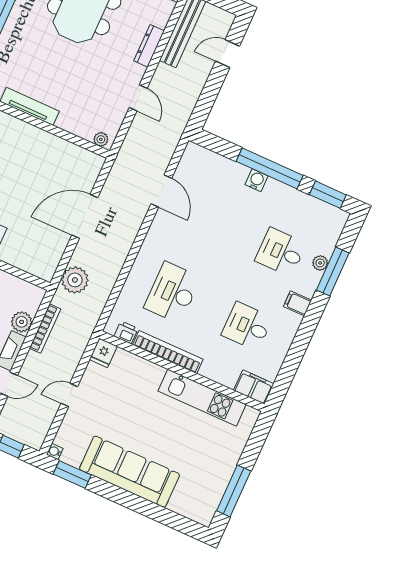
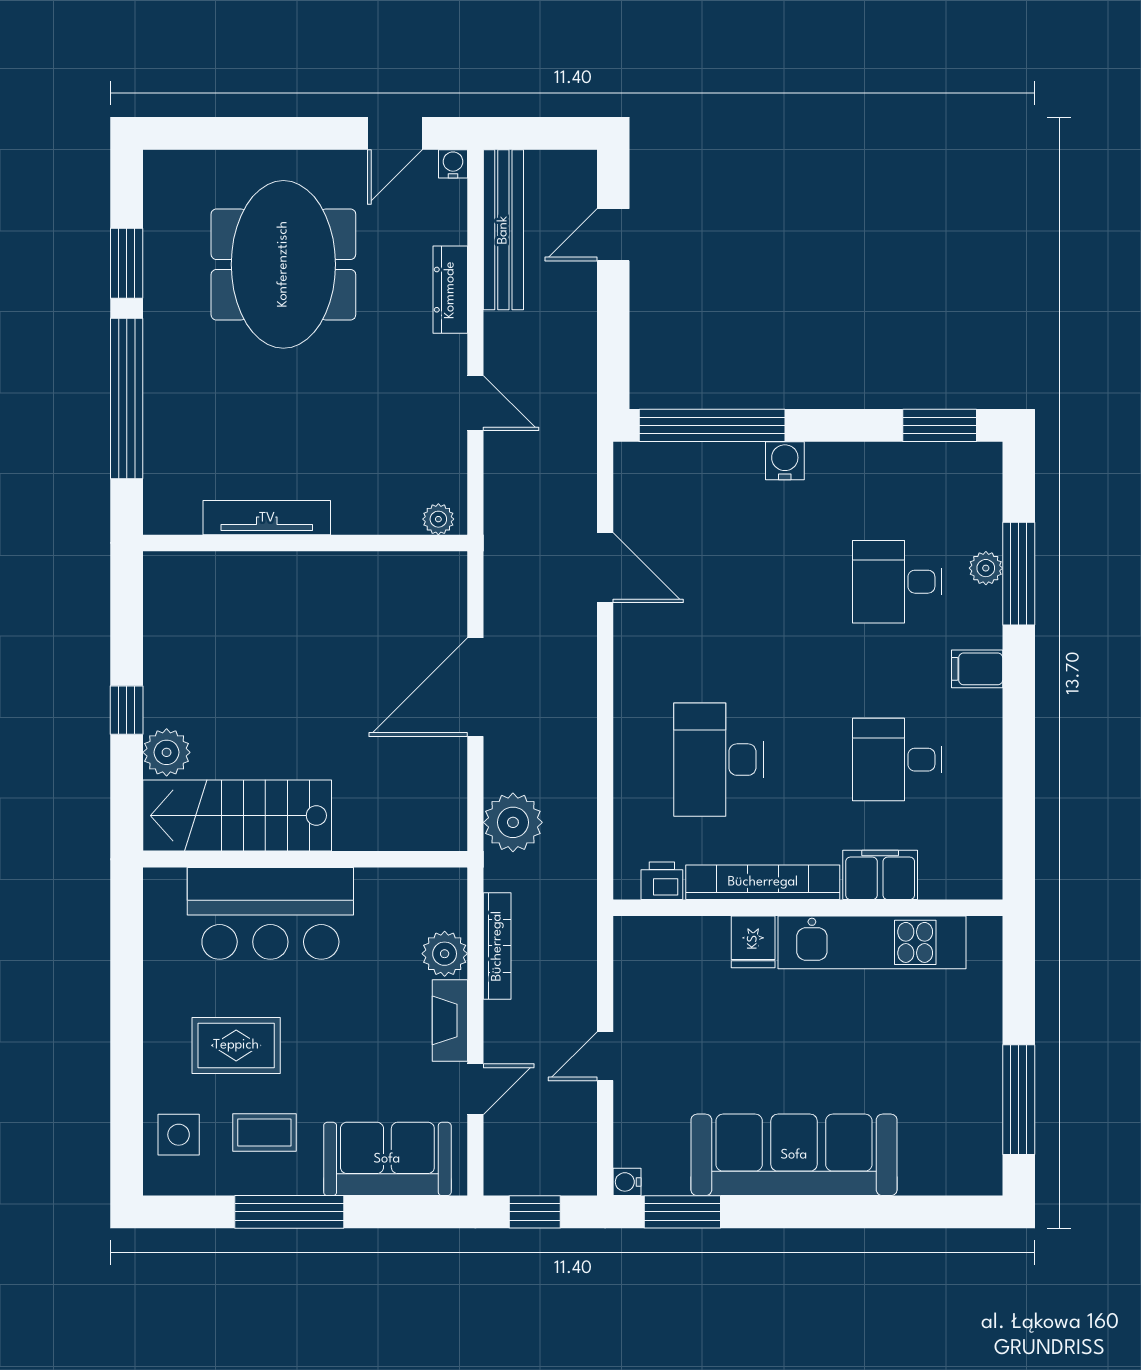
window: (270, 168) -> (712, 425), moved
fridge: (103, 353) -> (753, 942), moved
filing cabinet: (254, 387) -> (880, 875), moved

